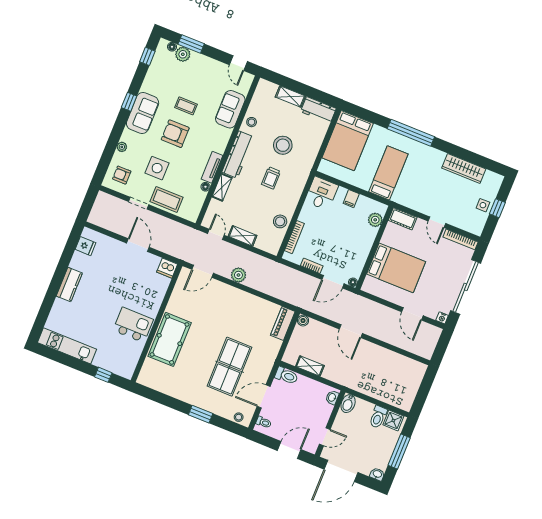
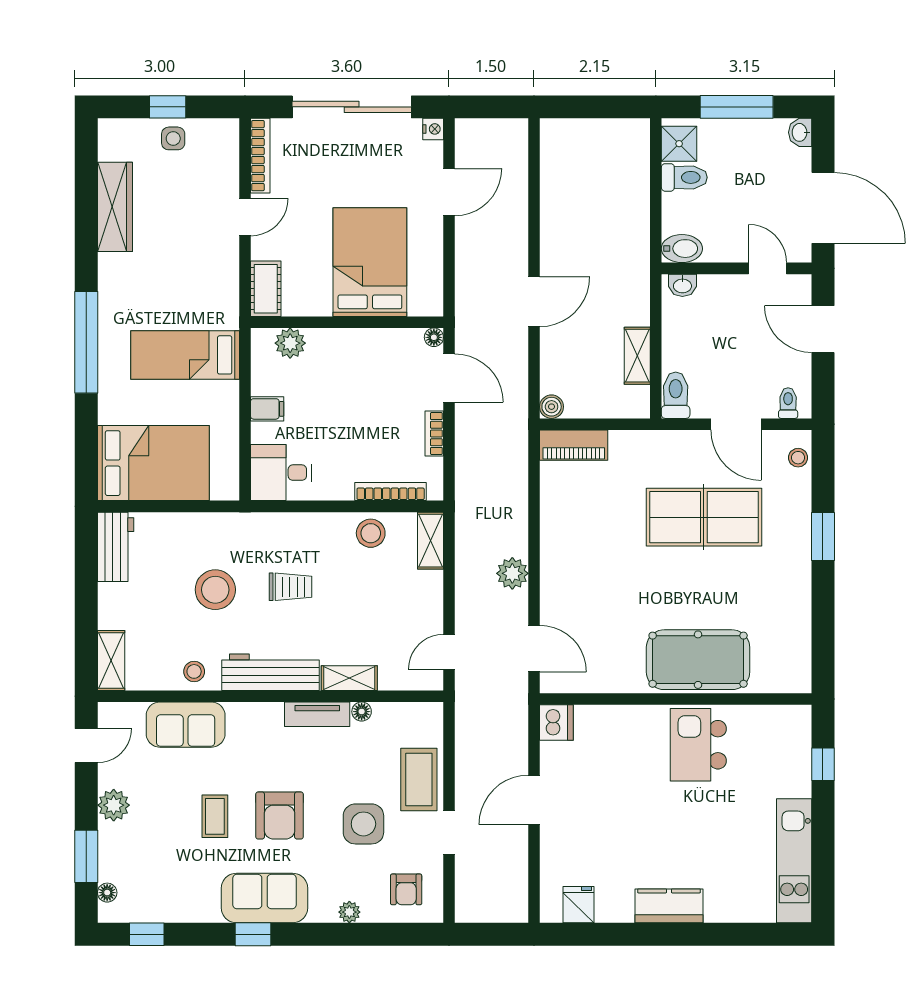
plant: (183, 54) -> (114, 805), moved
shelving: (290, 97) -> (111, 661), moved
shelving: (243, 236) -> (430, 541), moved

